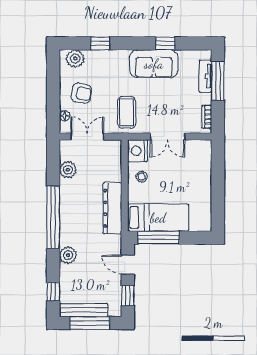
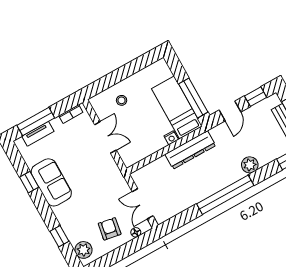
coffee table: (127, 112) -> (104, 182), removed
nightstand: (138, 151) -> (171, 138), moved, width x0.53, depth x0.56
plant: (68, 170) -> (179, 205), removed
stool: (142, 177) -> (122, 100), moved

